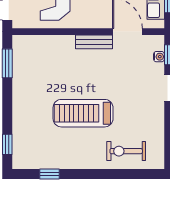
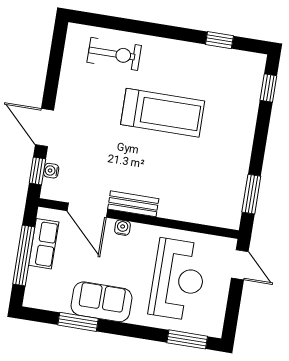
water cooler: (99, 23) -> (122, 228), added

